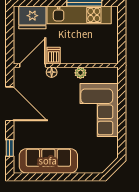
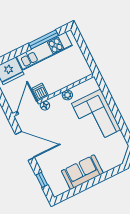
sofa: (48, 161) -> (82, 172), width x0.73

